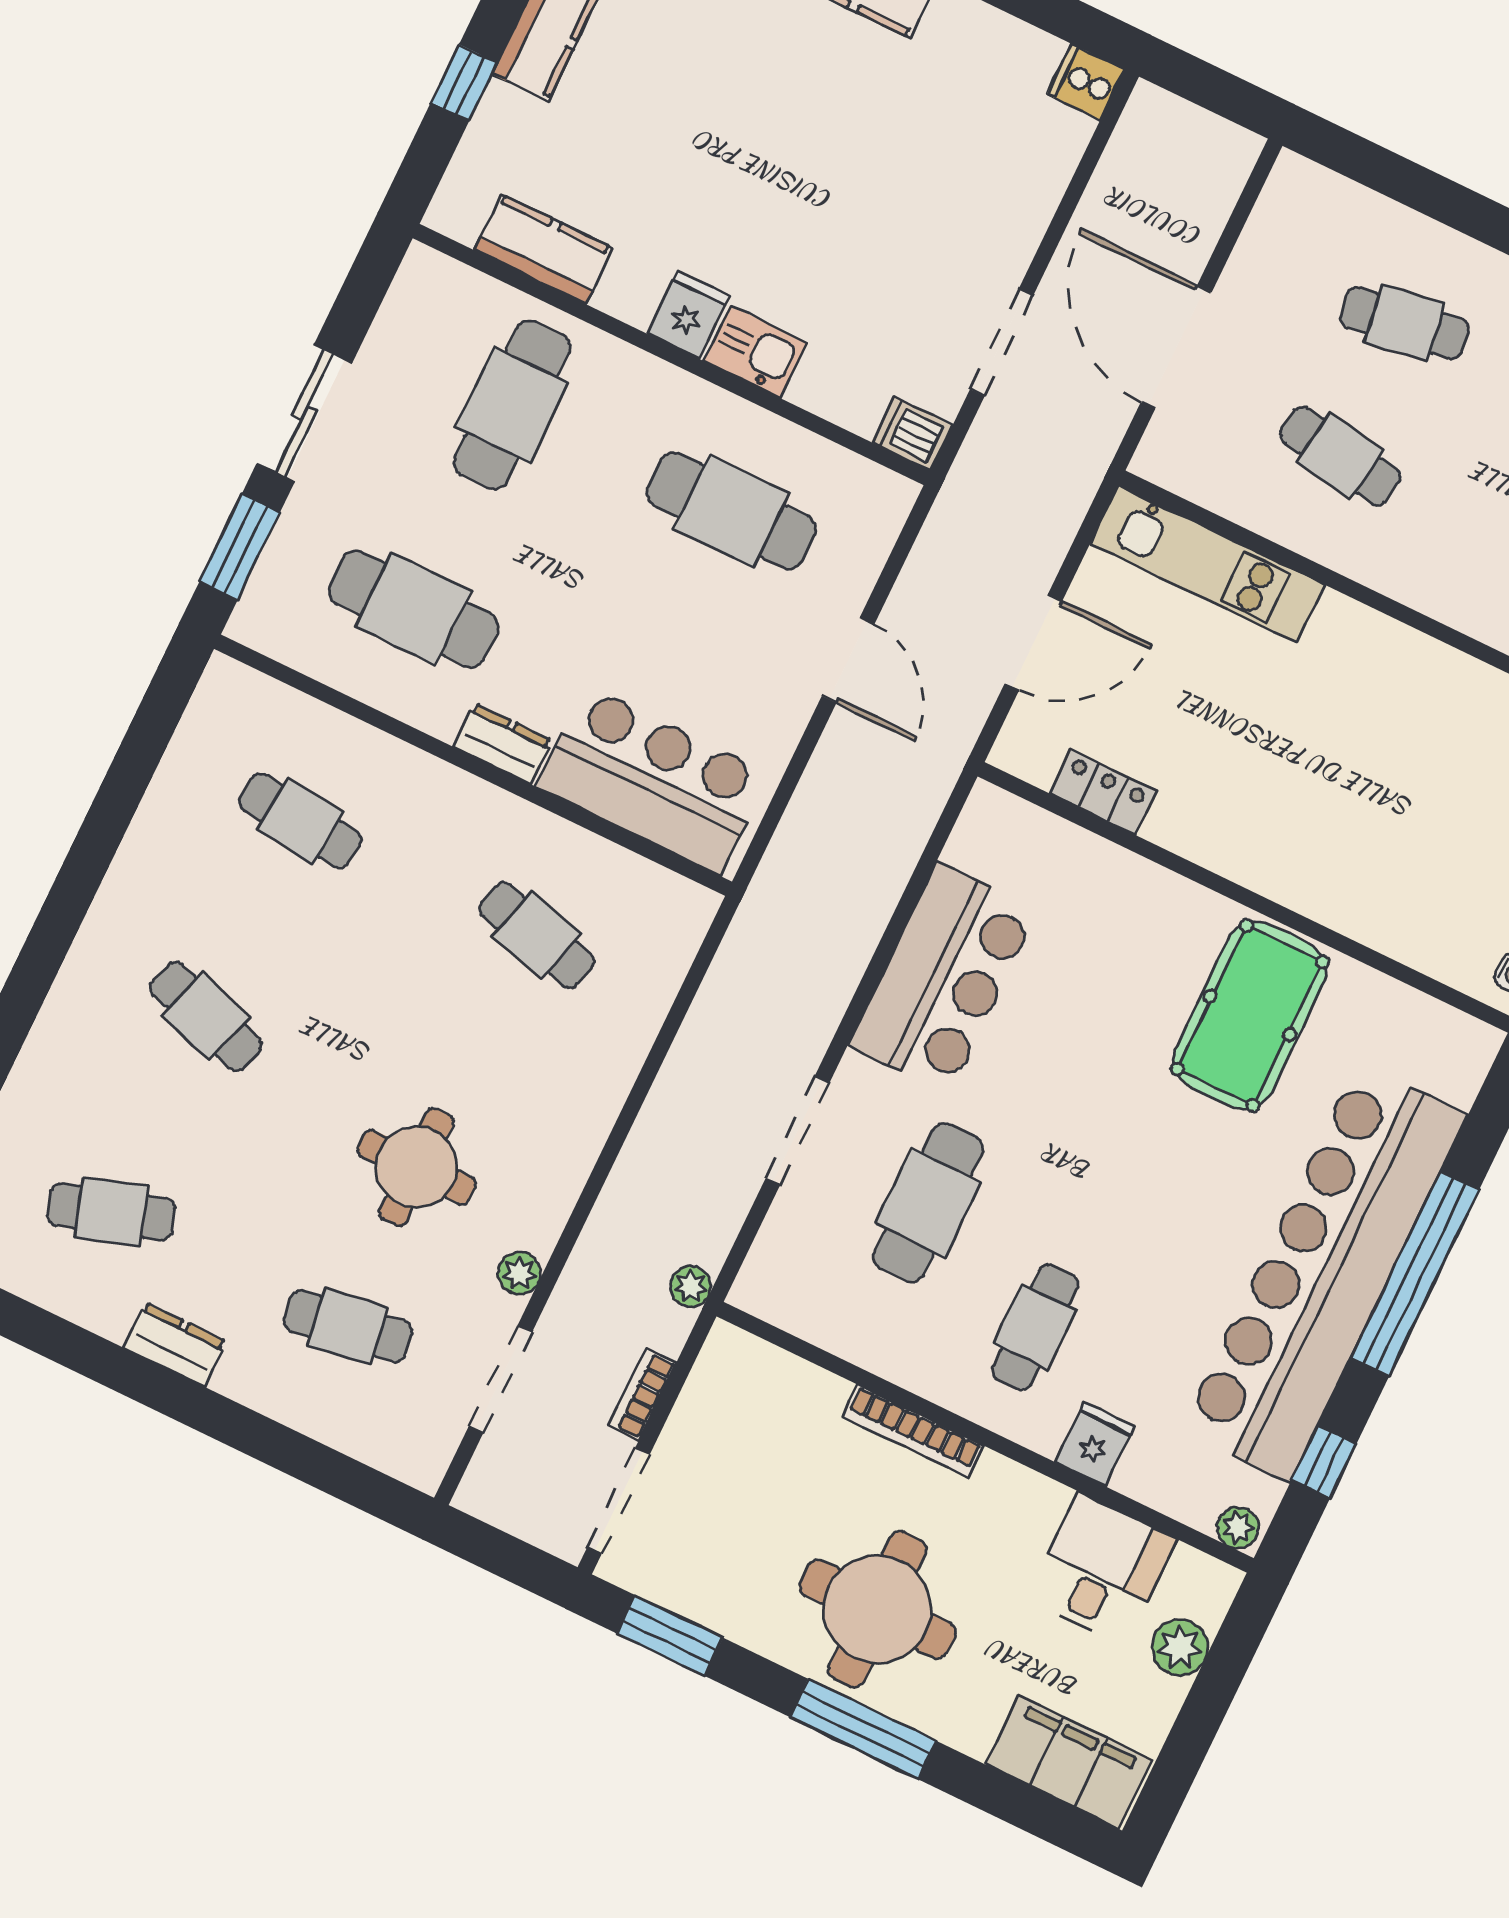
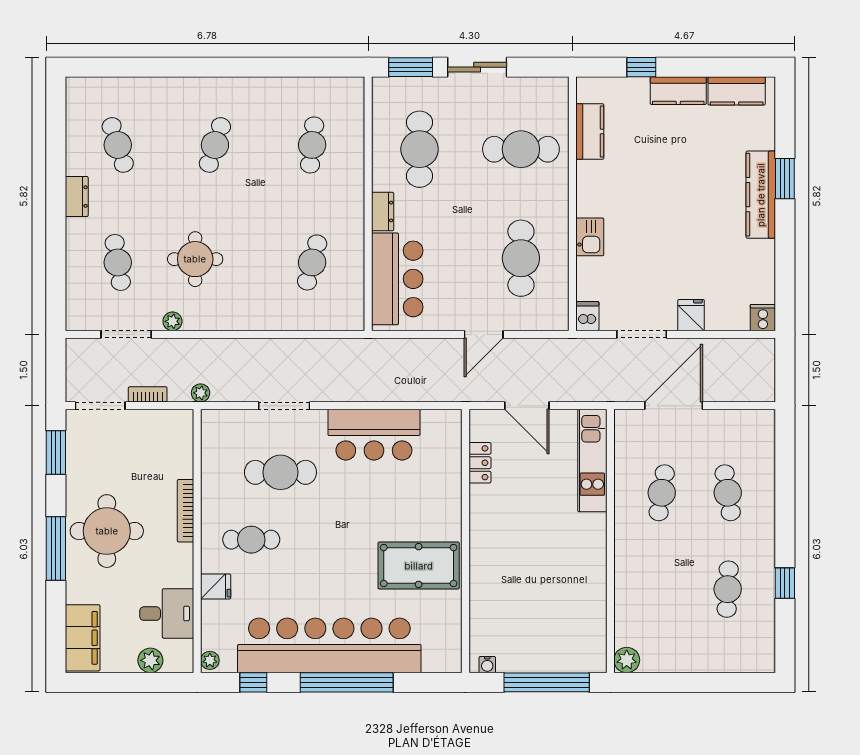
fridge: (688, 315) -> (691, 315), moved, turned -90

